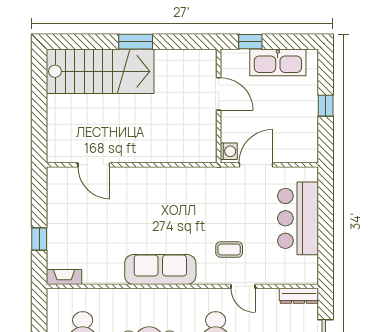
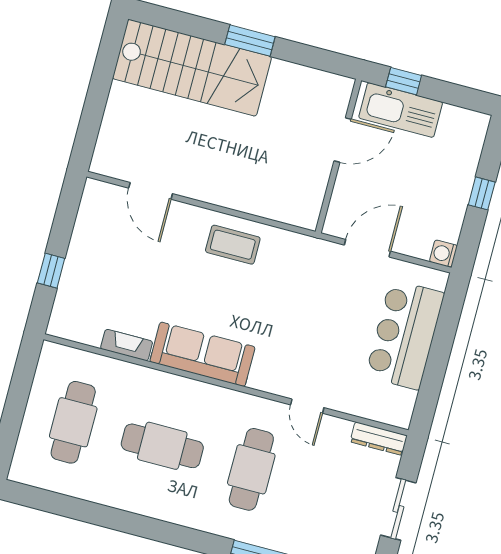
kitchen sink: (278, 62) -> (401, 110), moved
door: (219, 94) -> (343, 140), hinge flipped
washing machine: (229, 151) -> (443, 254), moved, turned 180
coffee table: (229, 249) -> (233, 245), moved, width x1.36, depth x1.30
fireplace: (64, 277) -> (127, 345), moved

